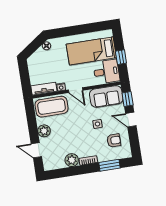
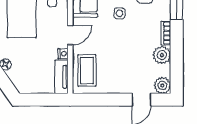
coffee table: (52, 107) -> (87, 70), width x0.73, depth x0.76
plant: (44, 131) -> (162, 85), moved

